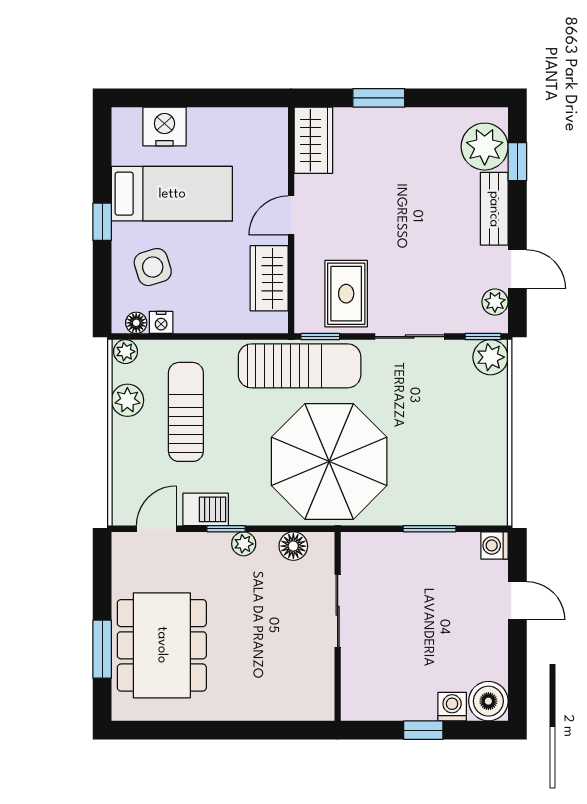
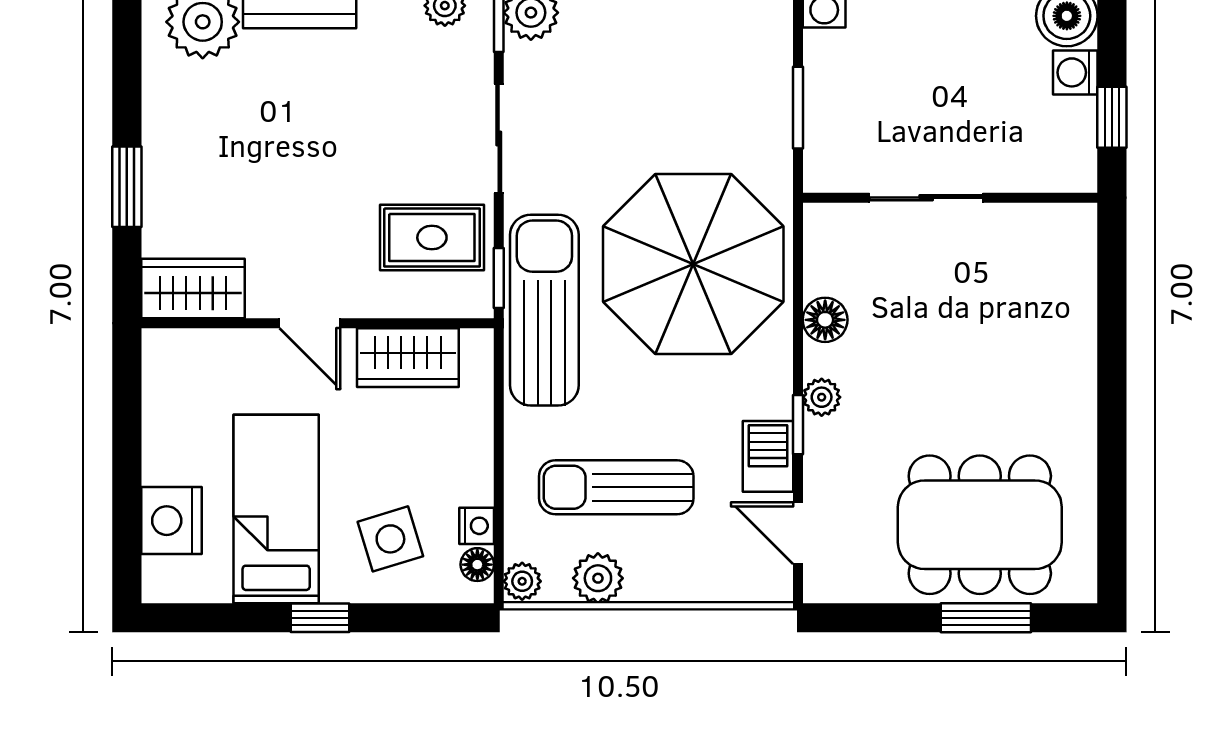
sliding door: (338, 611) -> (926, 198), moved
wall: (338, 626) -> (950, 198), moved

